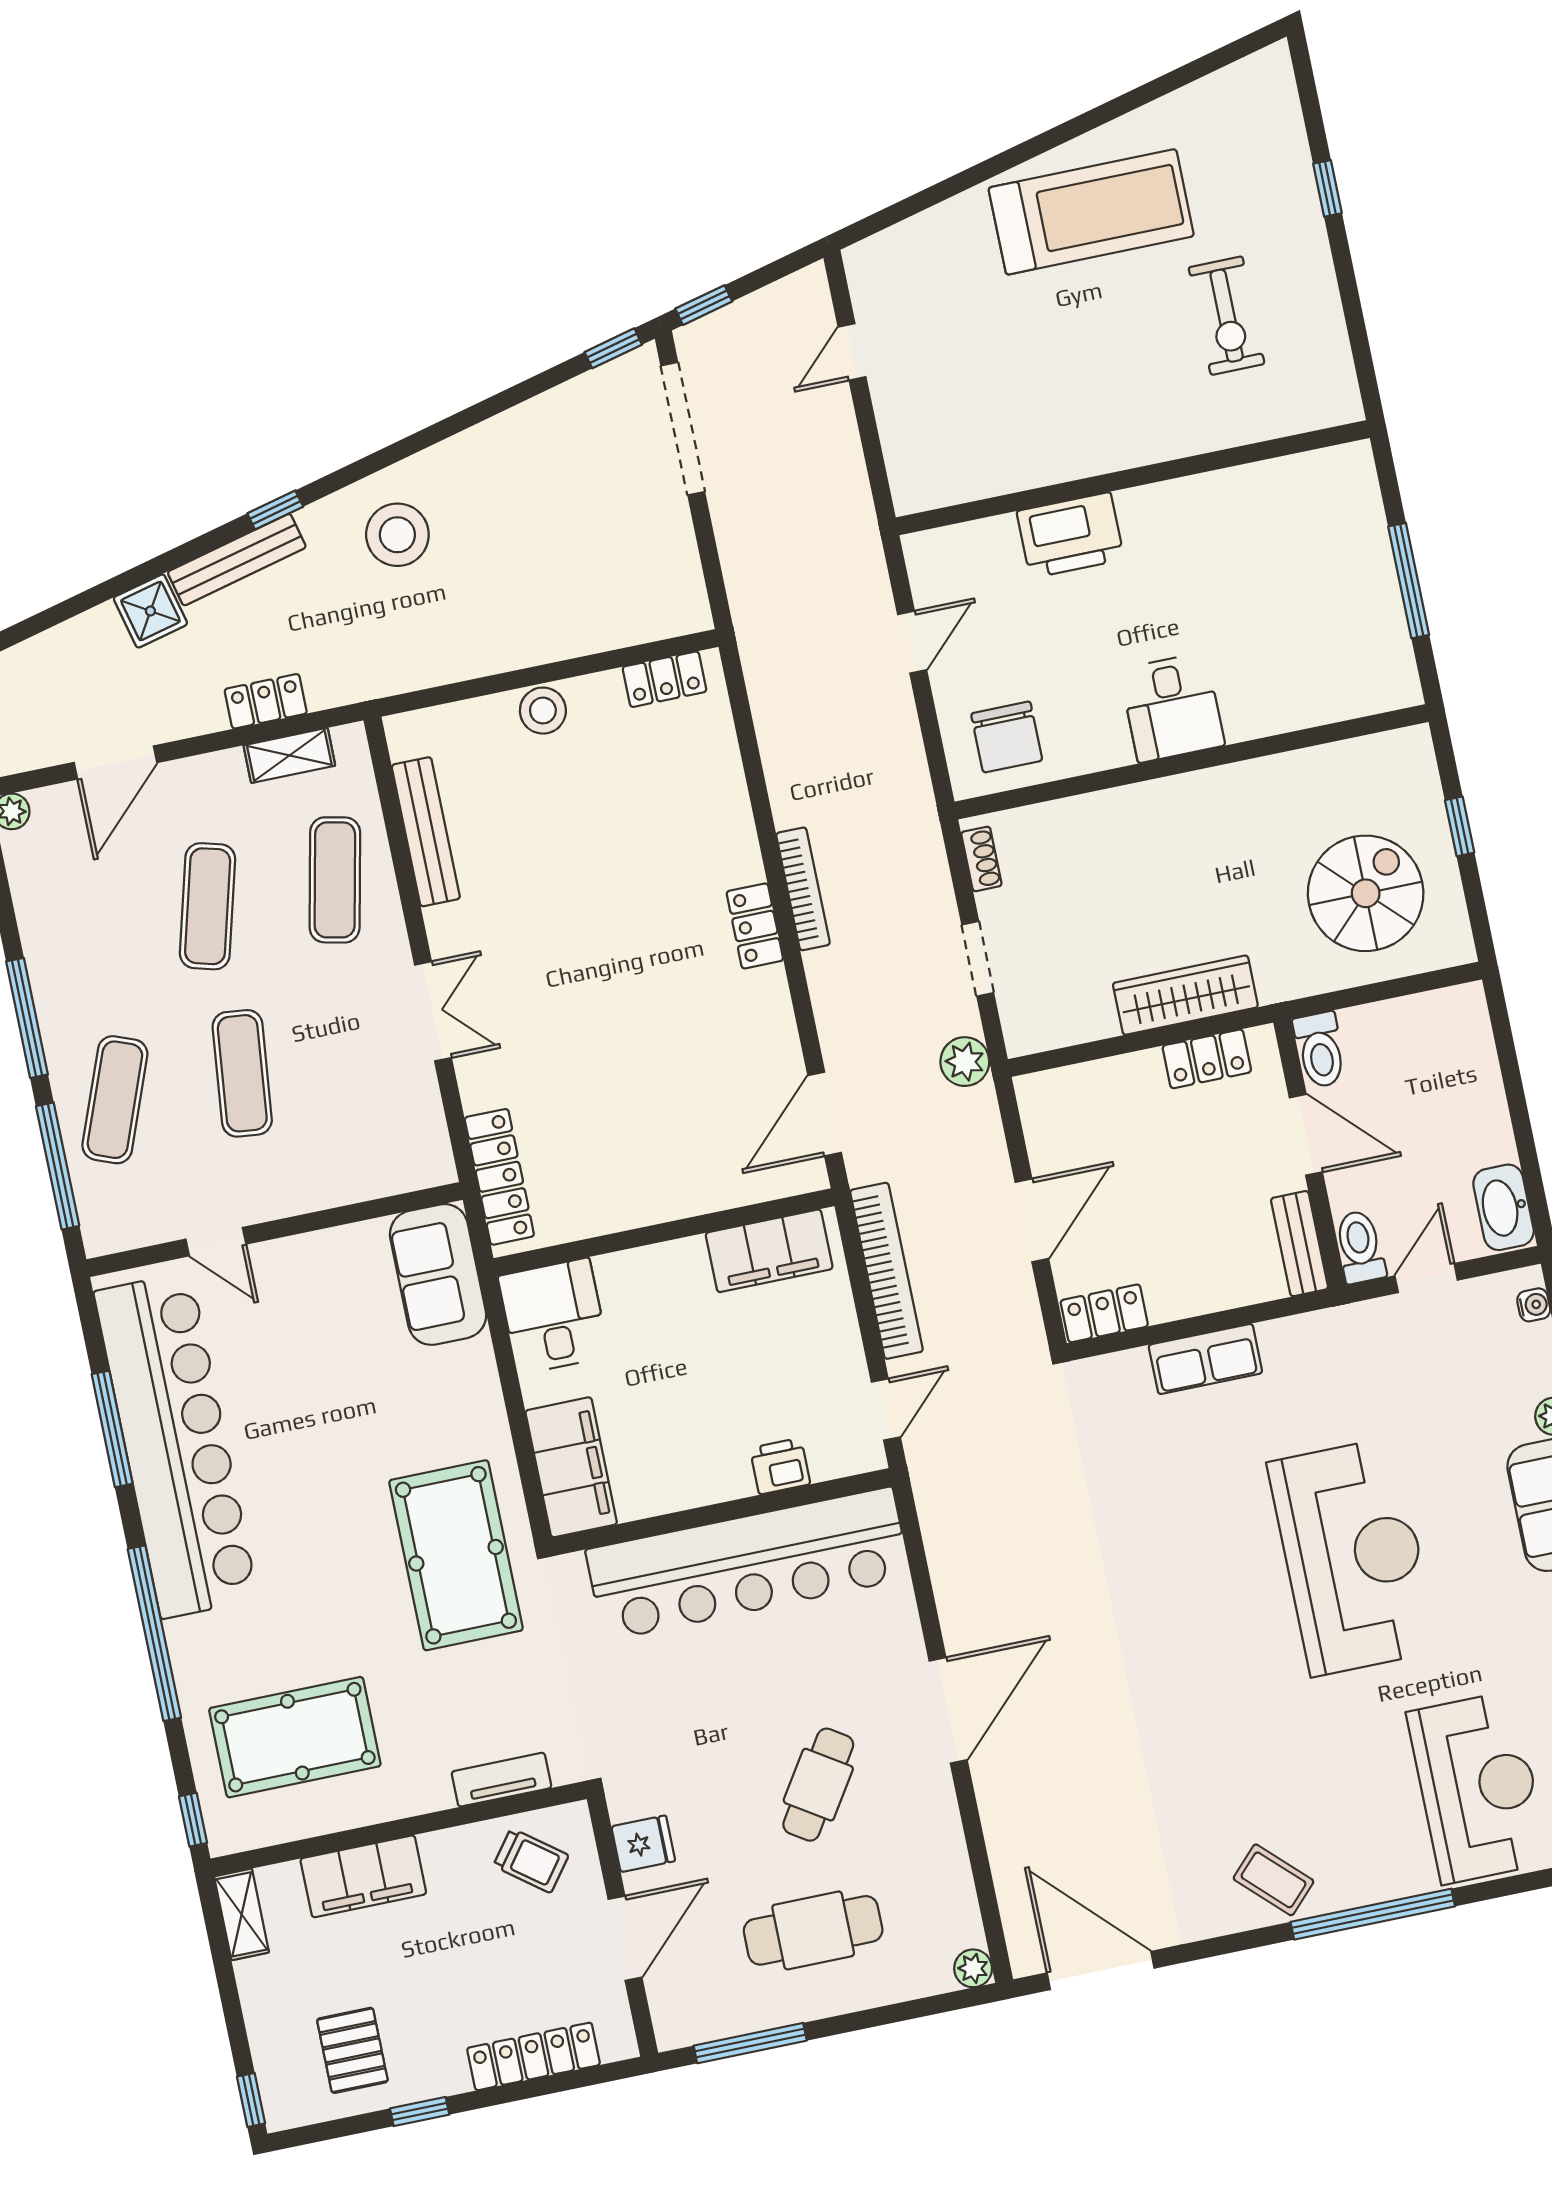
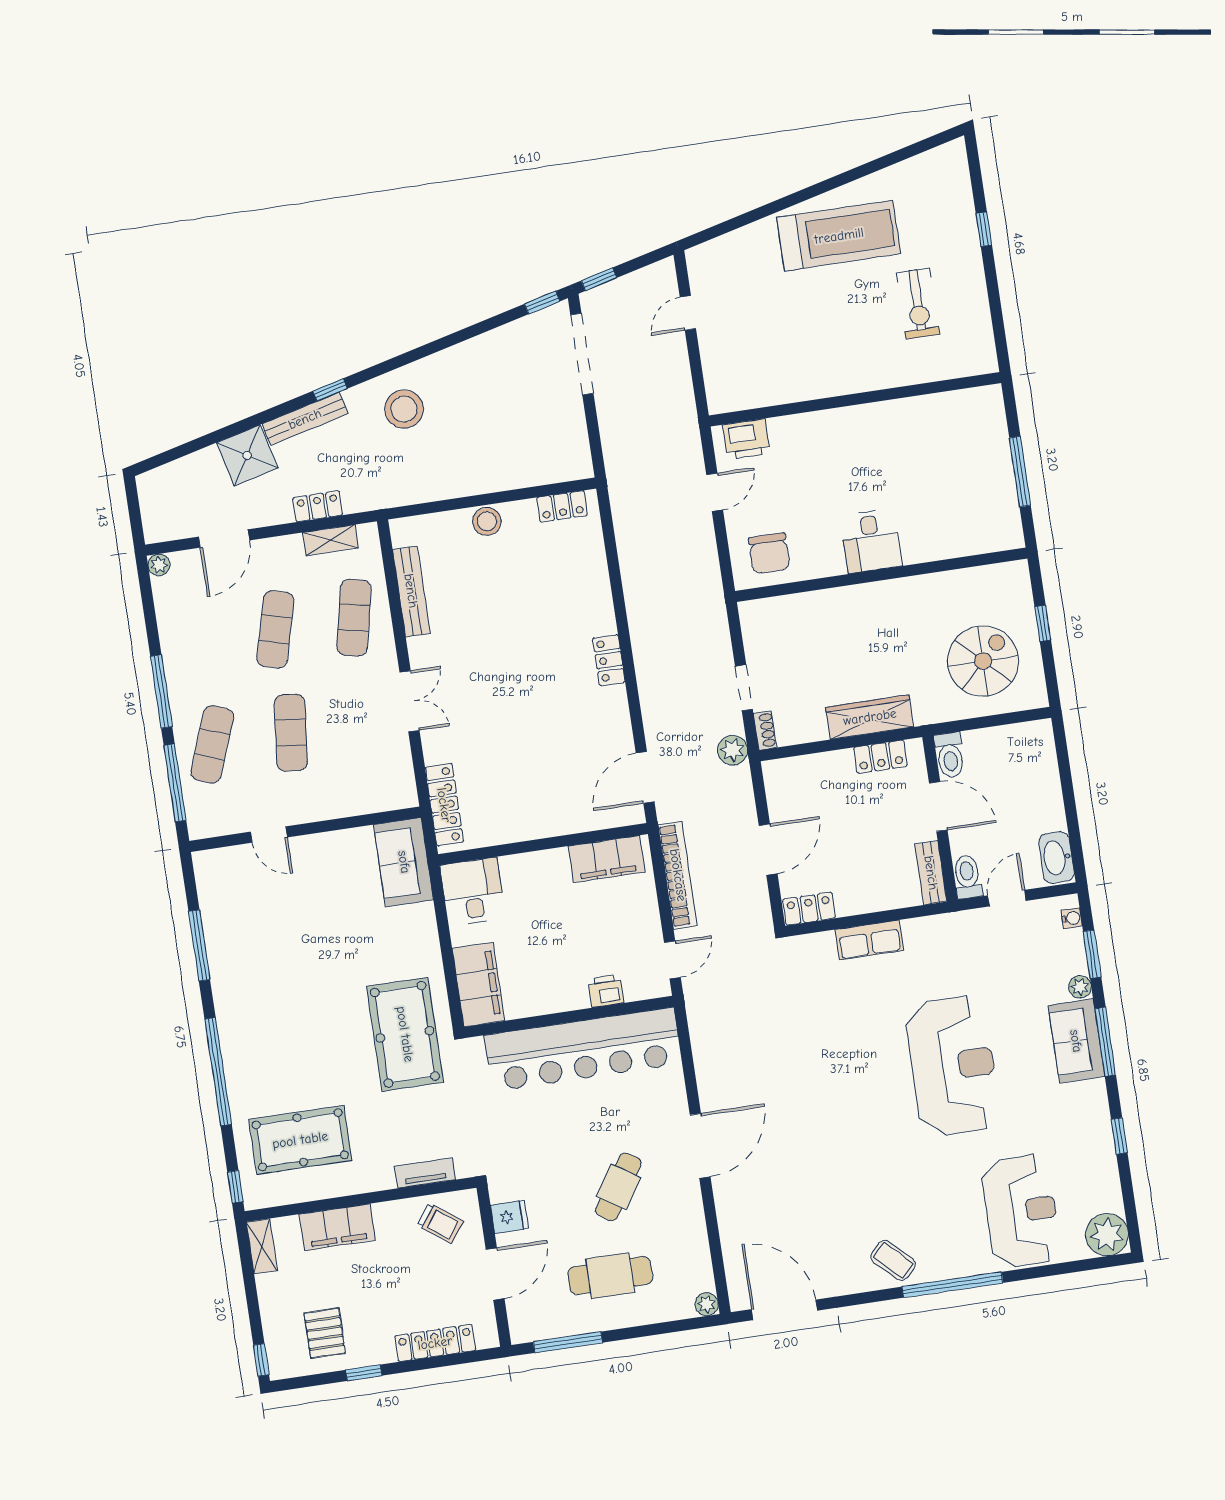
printer: (1070, 535) -> (746, 439), moved, width x0.73, depth x0.84
shower: (150, 611) -> (247, 455), width x1.36, depth x1.36
shoe rack: (981, 859) -> (765, 730), moved
bookcase: (803, 889) -> (640, 639), removed
bar counter: (176, 1445) -> (238, 958), removed

